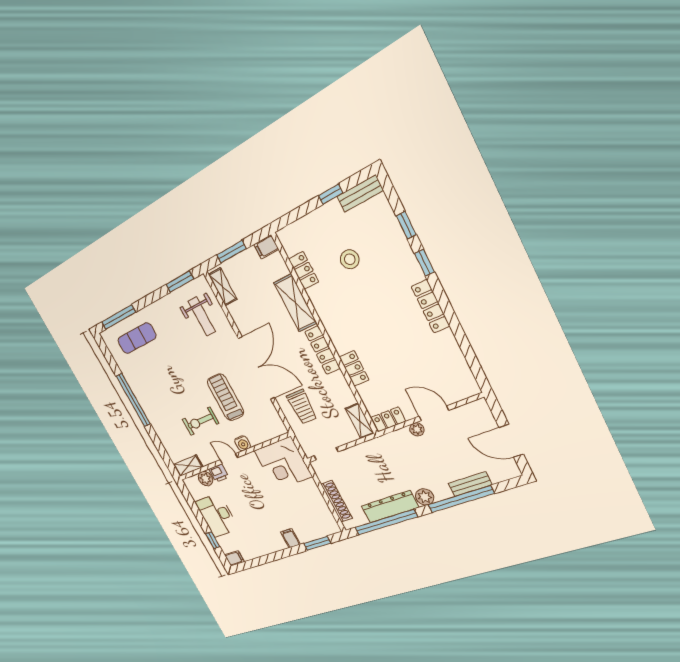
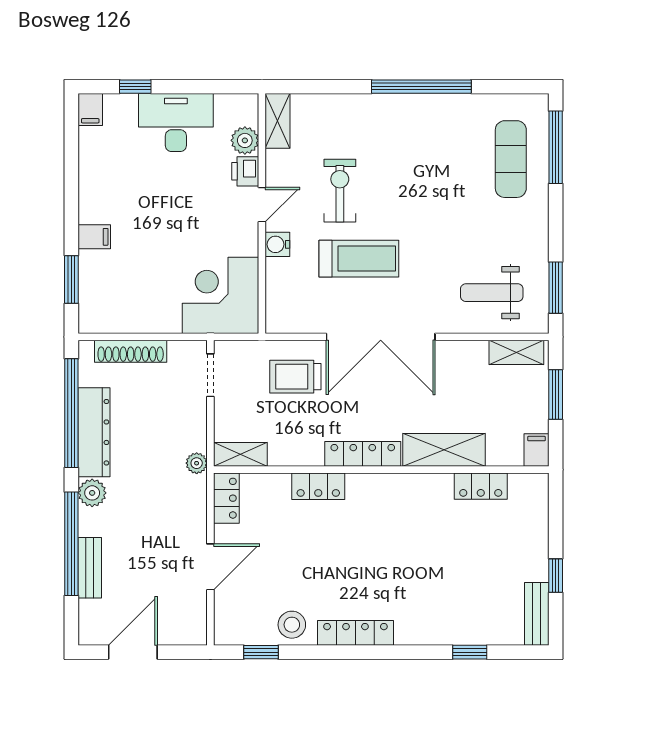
stool: (350, 259) -> (292, 625), moved
window: (424, 263) -> (261, 652), moved
plant: (417, 429) -> (197, 463), moved

